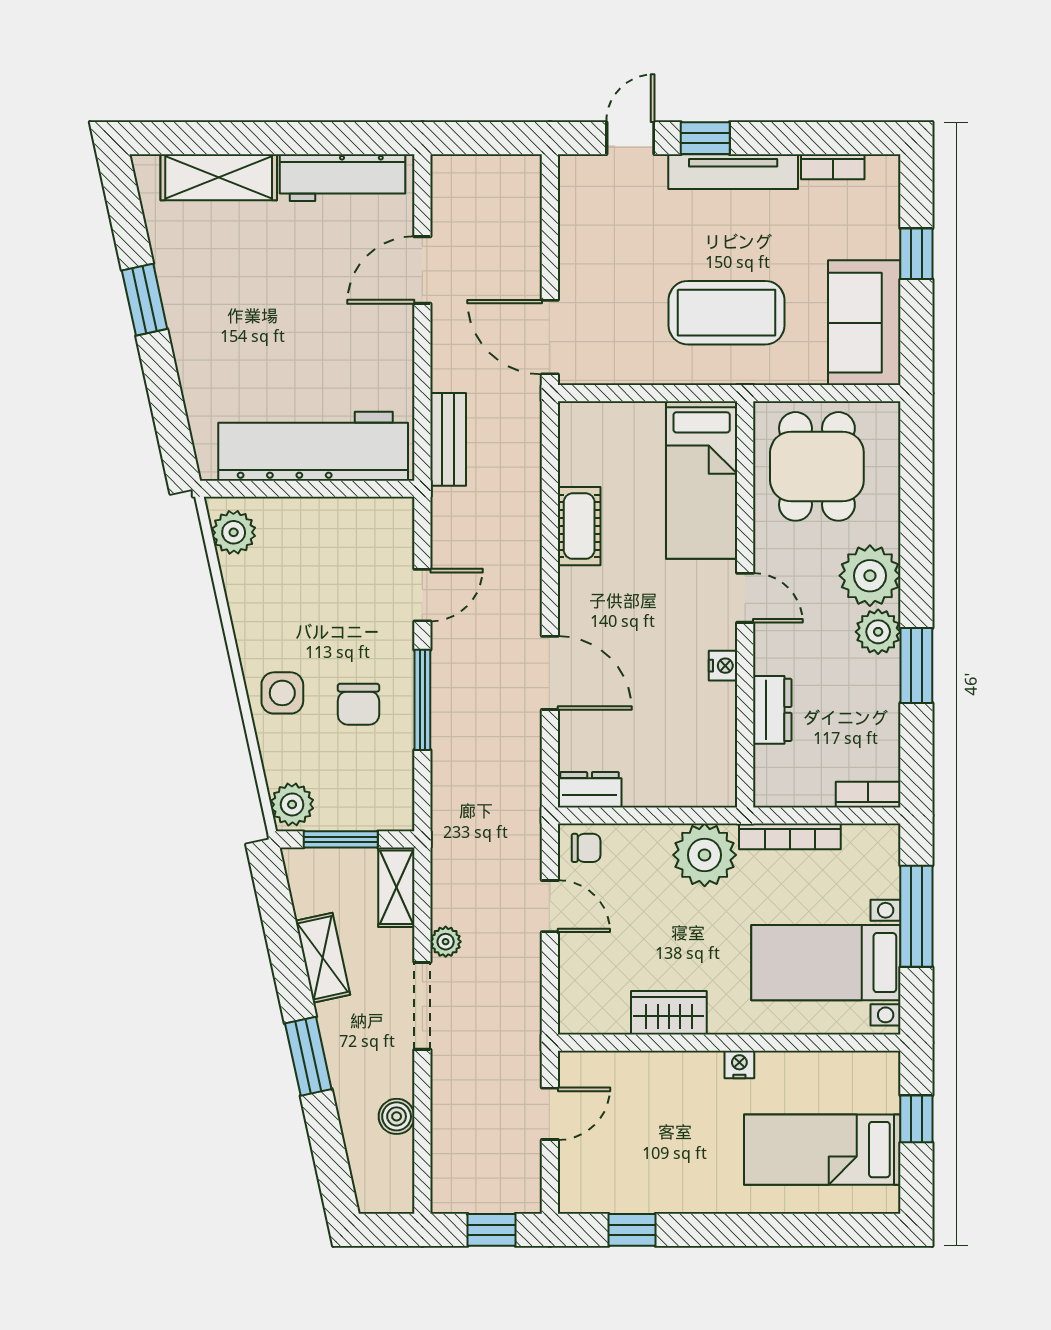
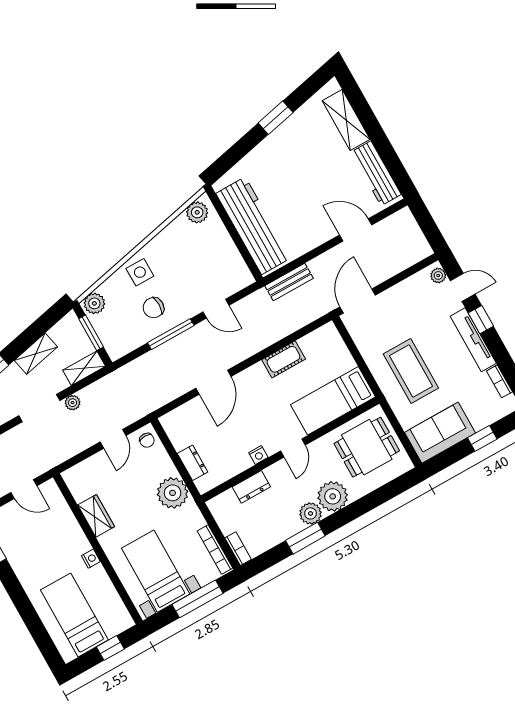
plant: (585, 169) -> (438, 276), added
dresser: (590, 790) -> (193, 463), moved
bookcase: (790, 836) -> (215, 550), moved

